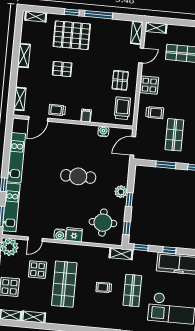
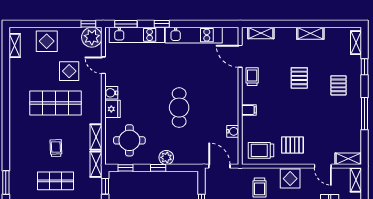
window: (72, 12) -> (365, 67), moved
pallet: (72, 35) -> (338, 85), width x0.49, depth x0.50
trolley: (122, 108) -> (261, 150), turned 180
shelving: (34, 317) -> (96, 137), moved

